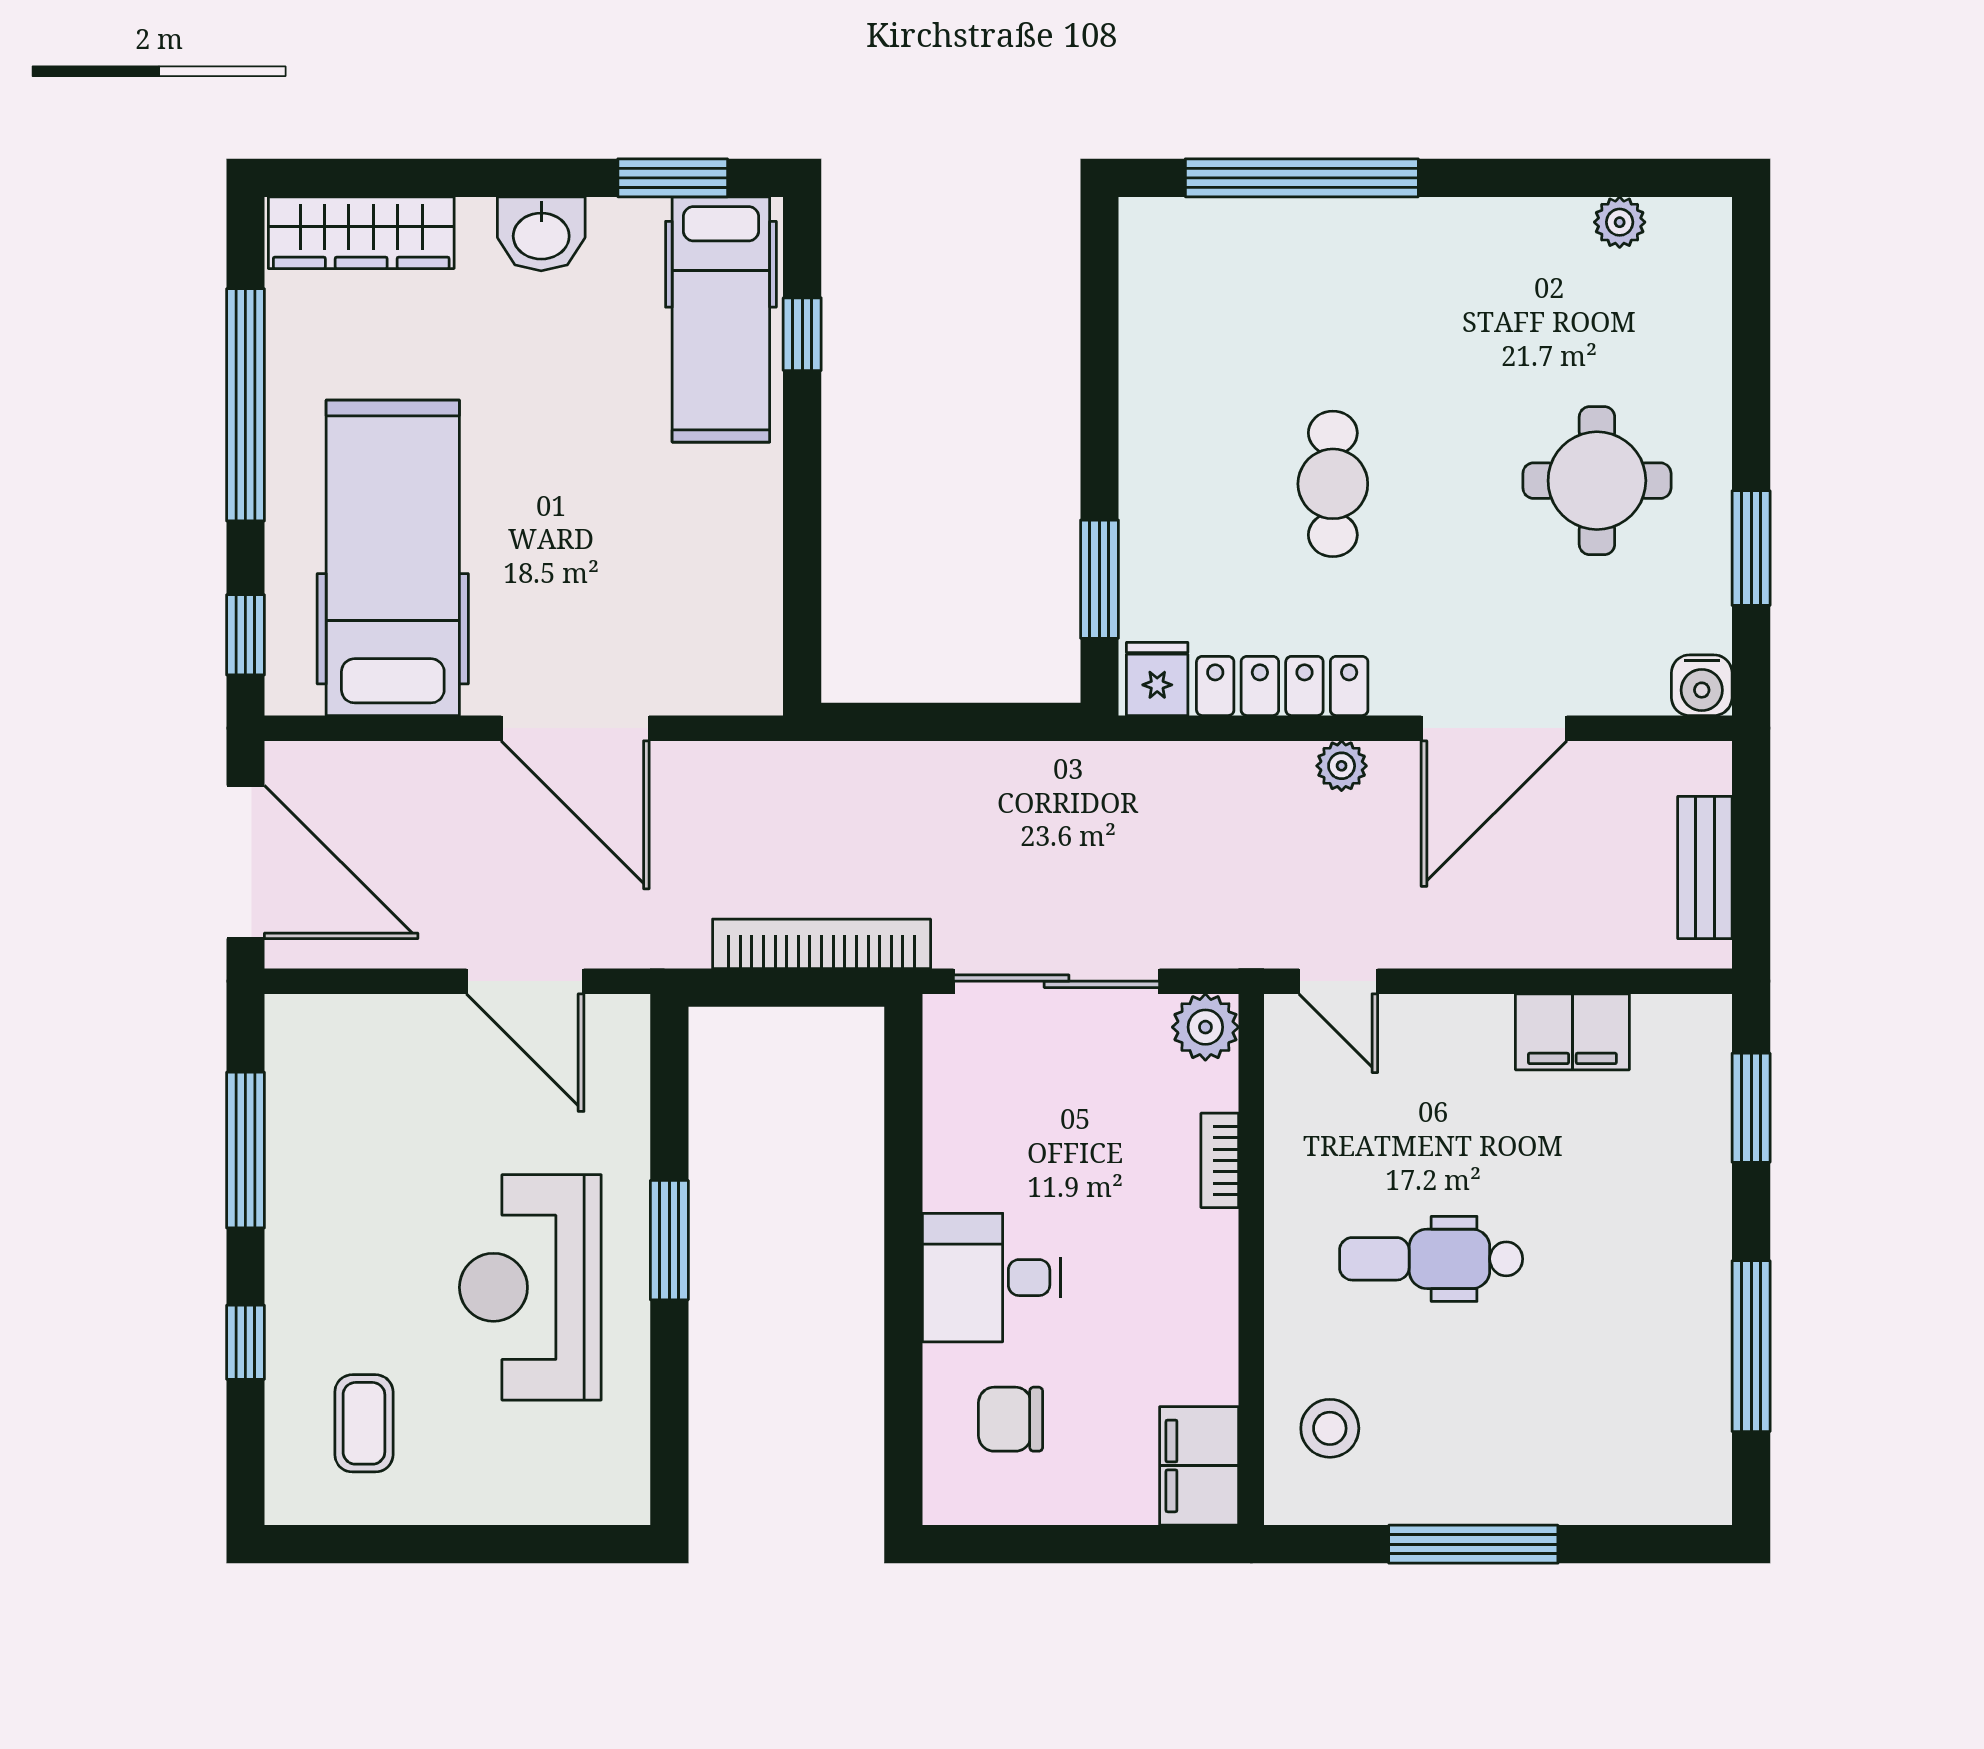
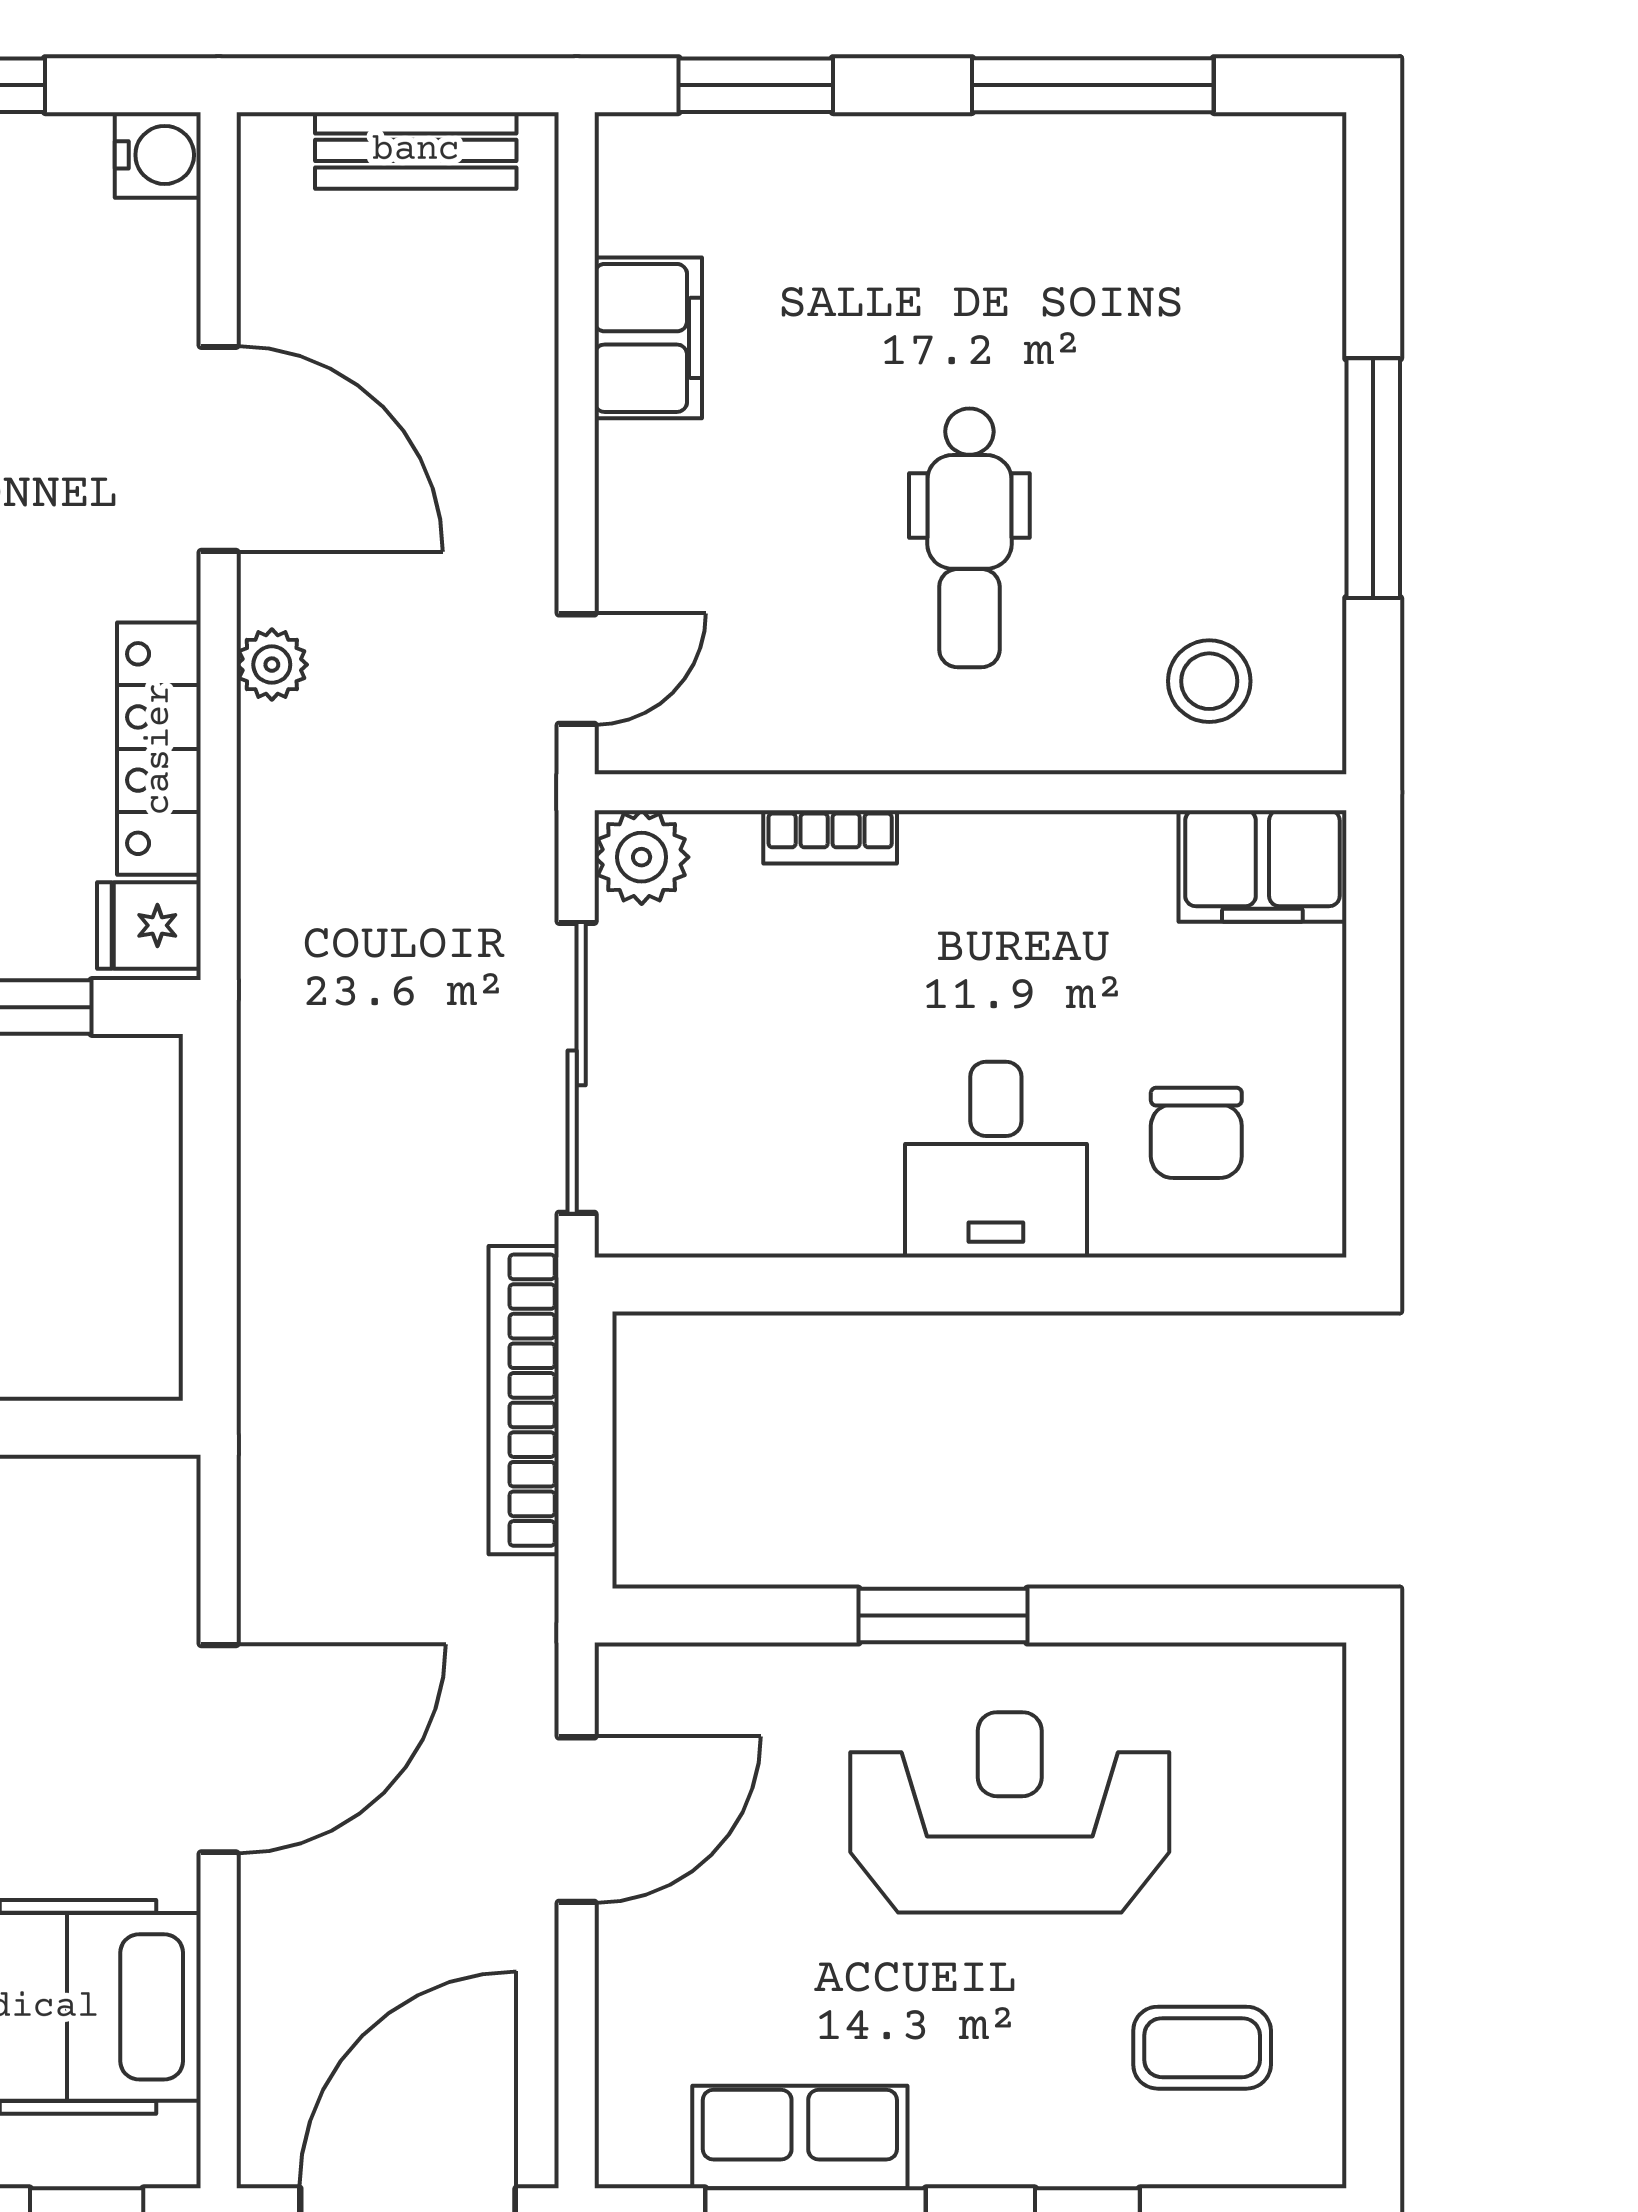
row of seats: (301, 1139) -> (800, 2137), added
reception desk: (530, 1287) -> (1010, 1812), turned 180

